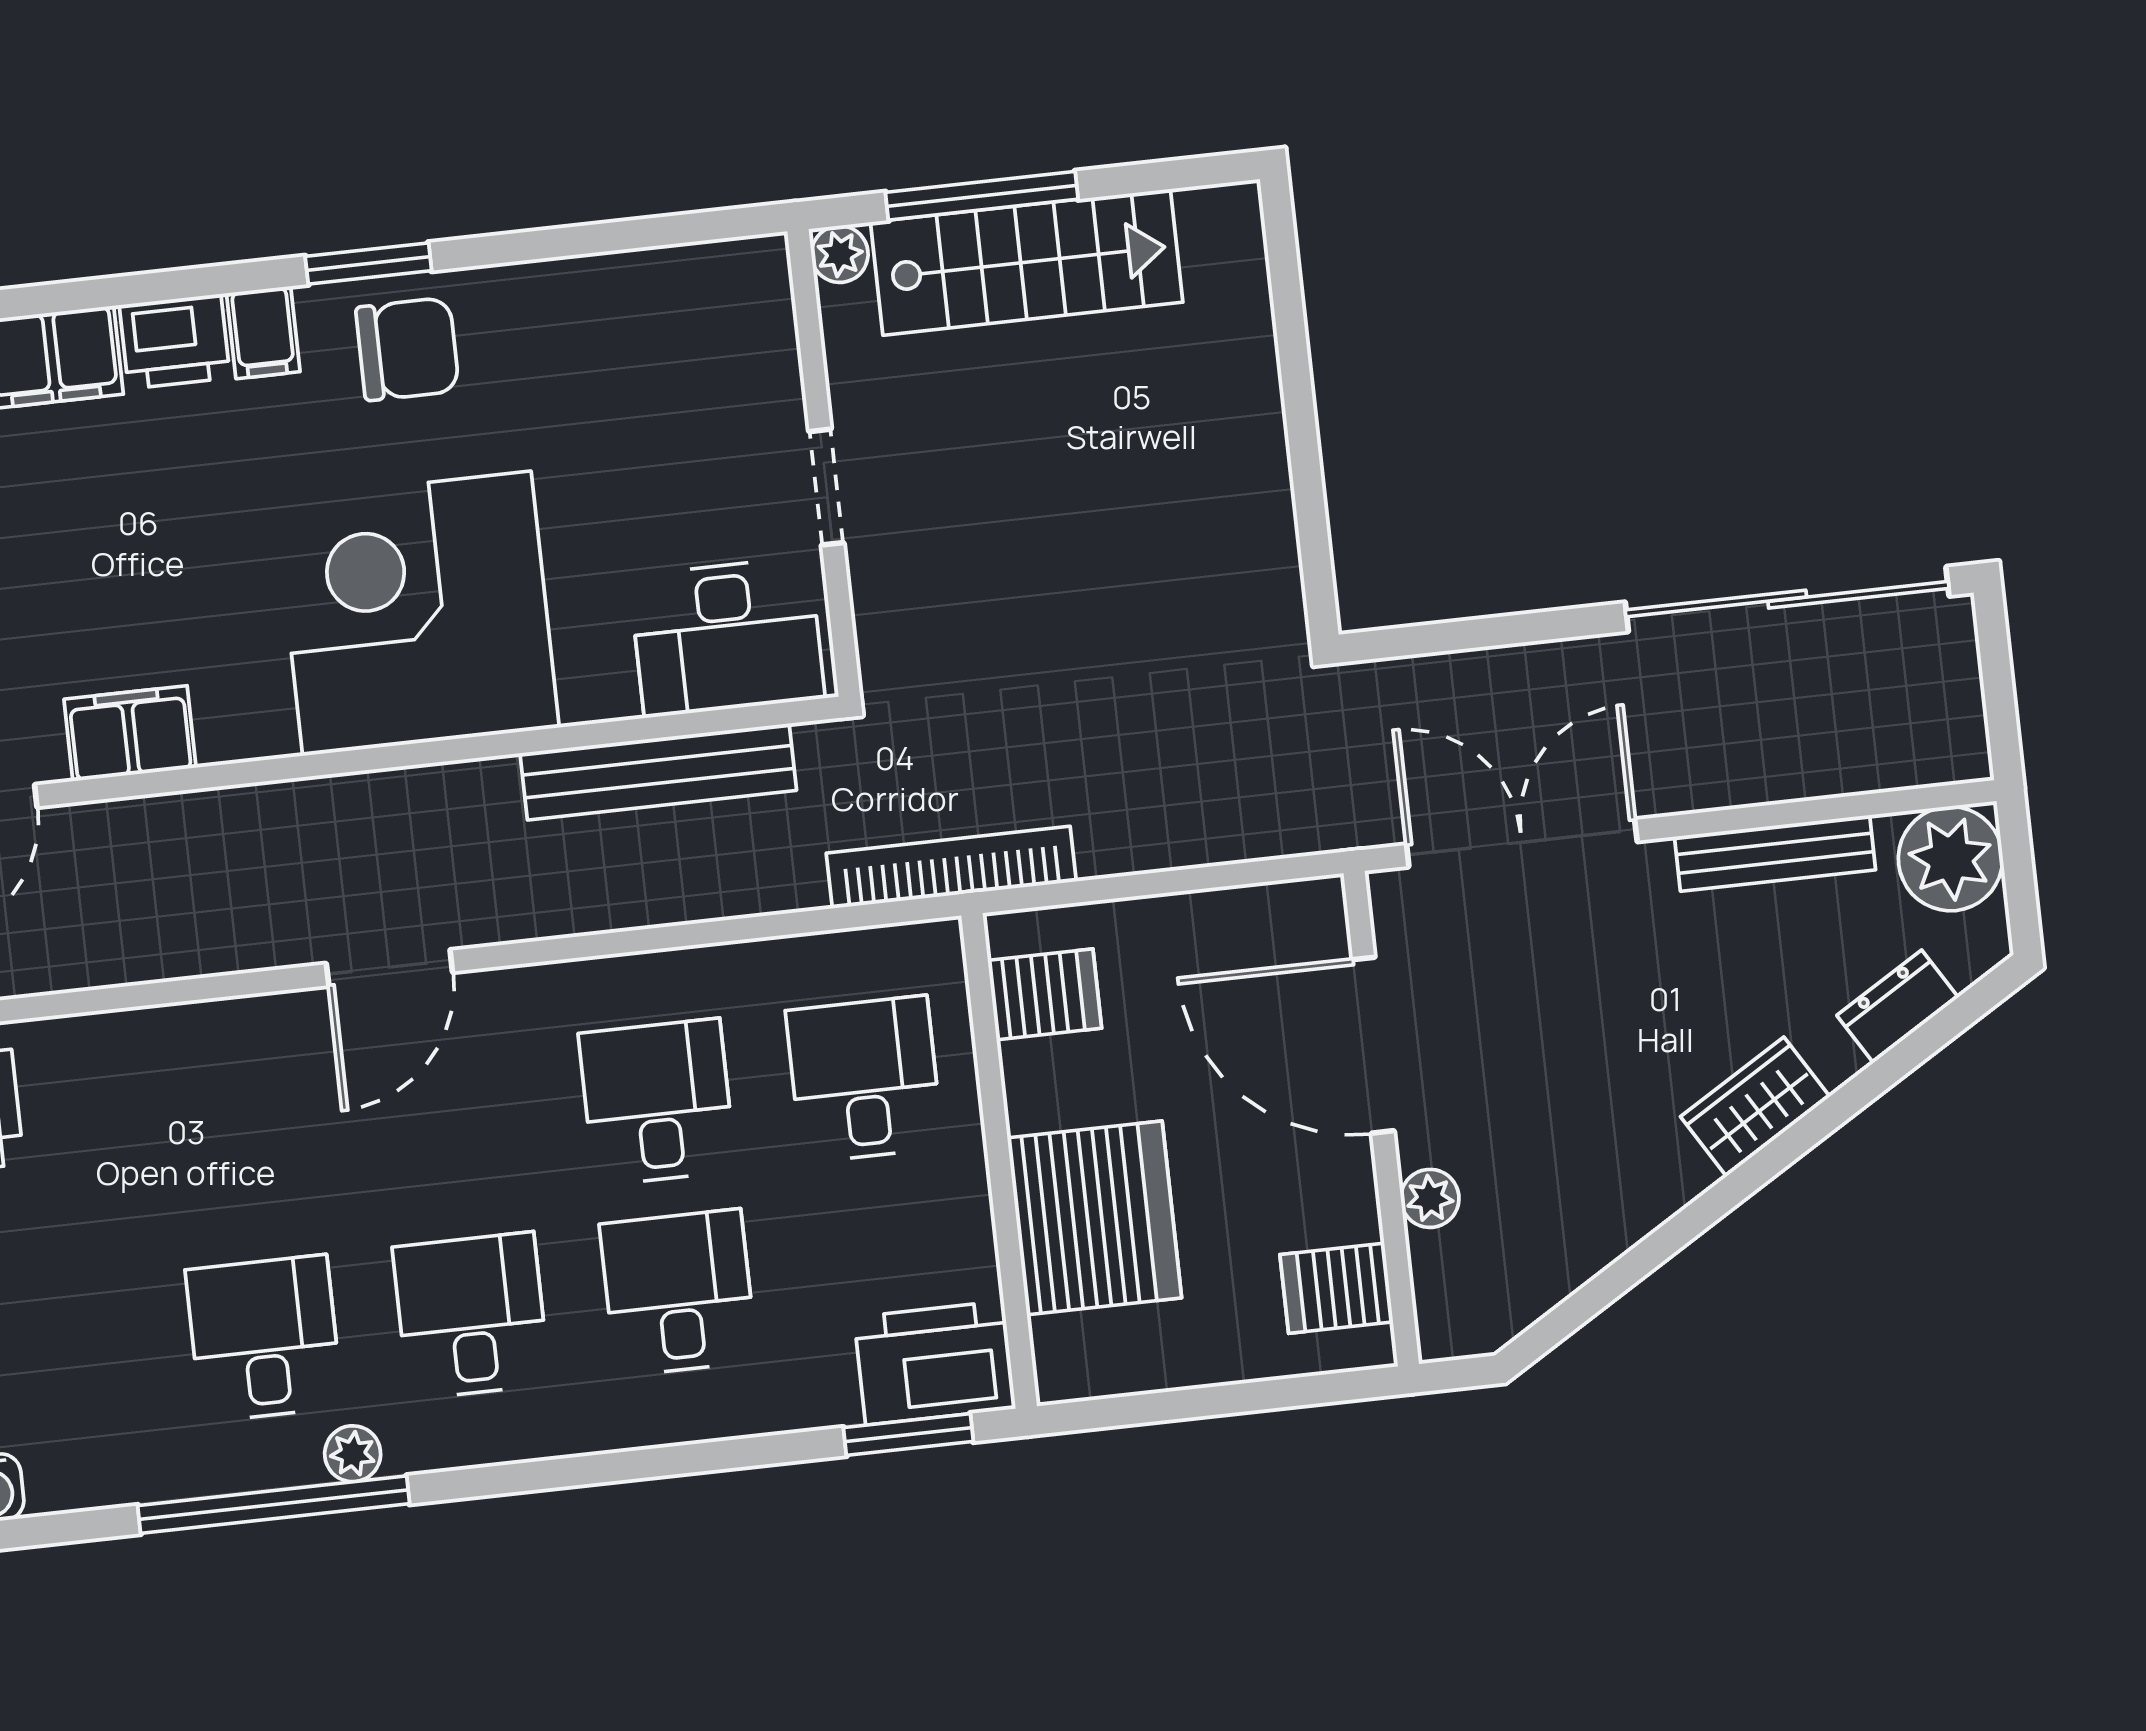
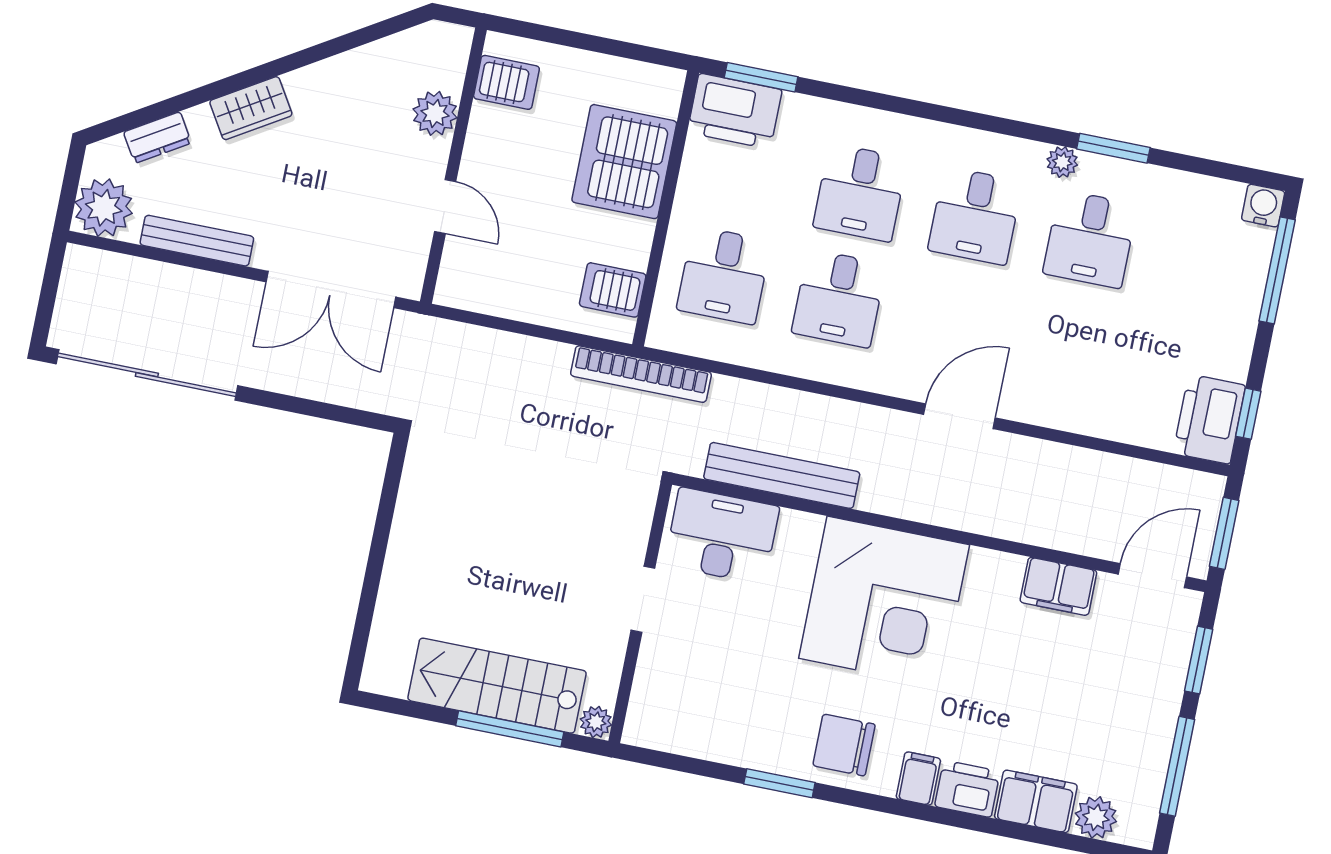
window: (368, 263) -> (779, 783), moved
door: (1373, 1045) -> (445, 206), width x0.53
plant: (1430, 1198) -> (435, 113), width x1.38, depth x1.38
window: (274, 1505) -> (1113, 148), width x0.47

